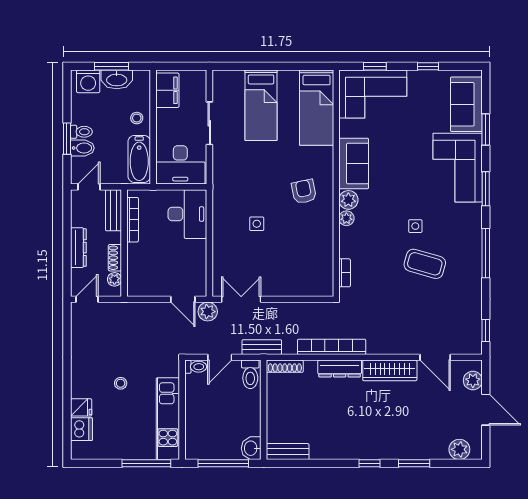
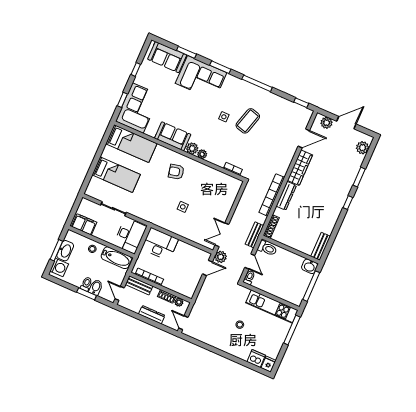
fridge: (81, 407) -> (269, 364), moved

